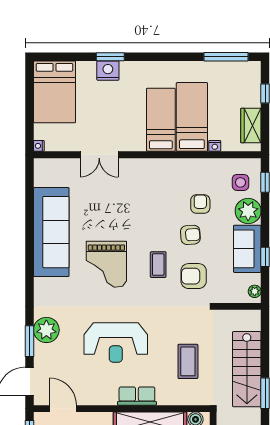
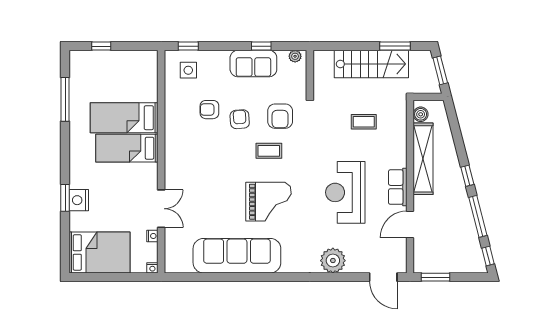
window: (226, 57) -> (65, 99), moved
wardrobe: (251, 126) -> (132, 60), removed
nightstand: (215, 146) -> (152, 236), moved
plant: (248, 211) -> (216, 63), removed
window: (29, 341) -> (344, 277), removed
reception desk: (116, 342) -> (345, 192), turned 180
coffee table: (188, 361) -> (364, 122), width x0.73, depth x0.77
row of seats: (137, 396) -> (398, 187), moved
door: (63, 409) -> (410, 224), moved

